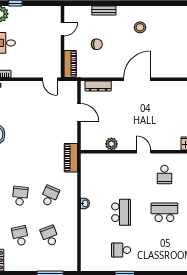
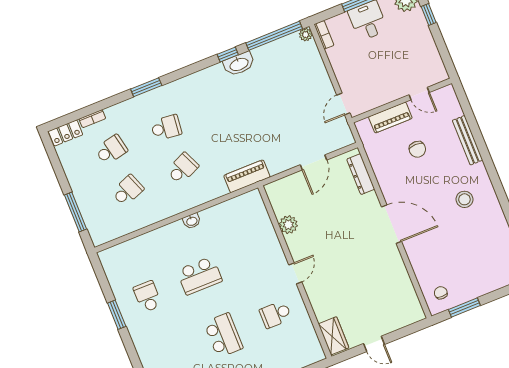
bench: (104, 11) -> (468, 140), width x1.36
piano: (70, 64) -> (390, 118), moved
school desk: (50, 196) -> (183, 168), turned -48

